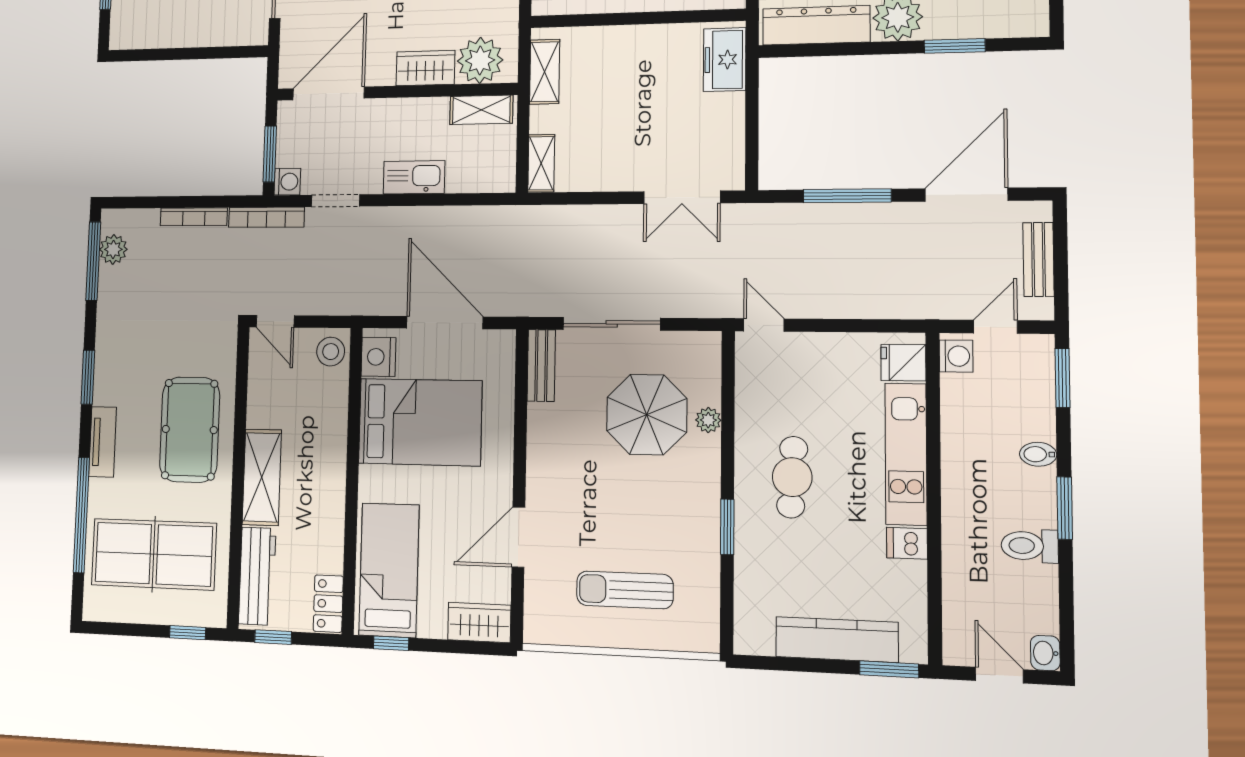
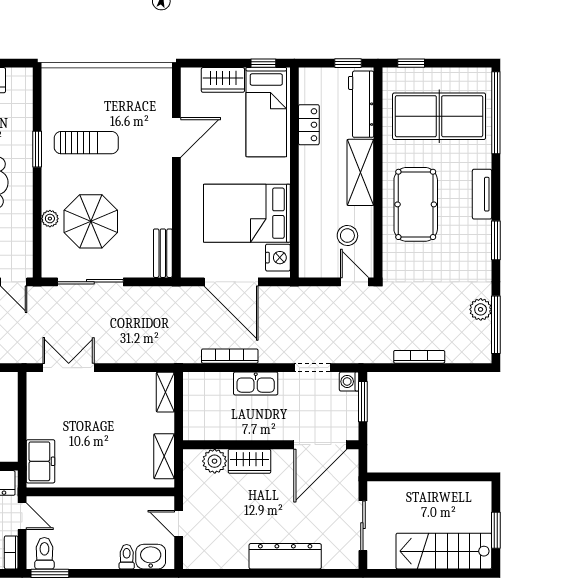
plant: (480, 60) -> (215, 461), width x0.73, depth x0.73
shelving: (481, 110) -> (208, 430), removed
bookcase: (266, 217) -> (230, 356), moved
plant: (113, 249) -> (481, 309), moved
sliding door: (612, 324) -> (90, 282), moved
stool: (331, 352) -> (347, 236), moved
window: (81, 515) -> (496, 113), moved
sun lounger: (625, 590) -> (86, 143), moved
locker: (328, 604) -> (309, 125), moved
wardrobe: (479, 622) -> (223, 80), moved

